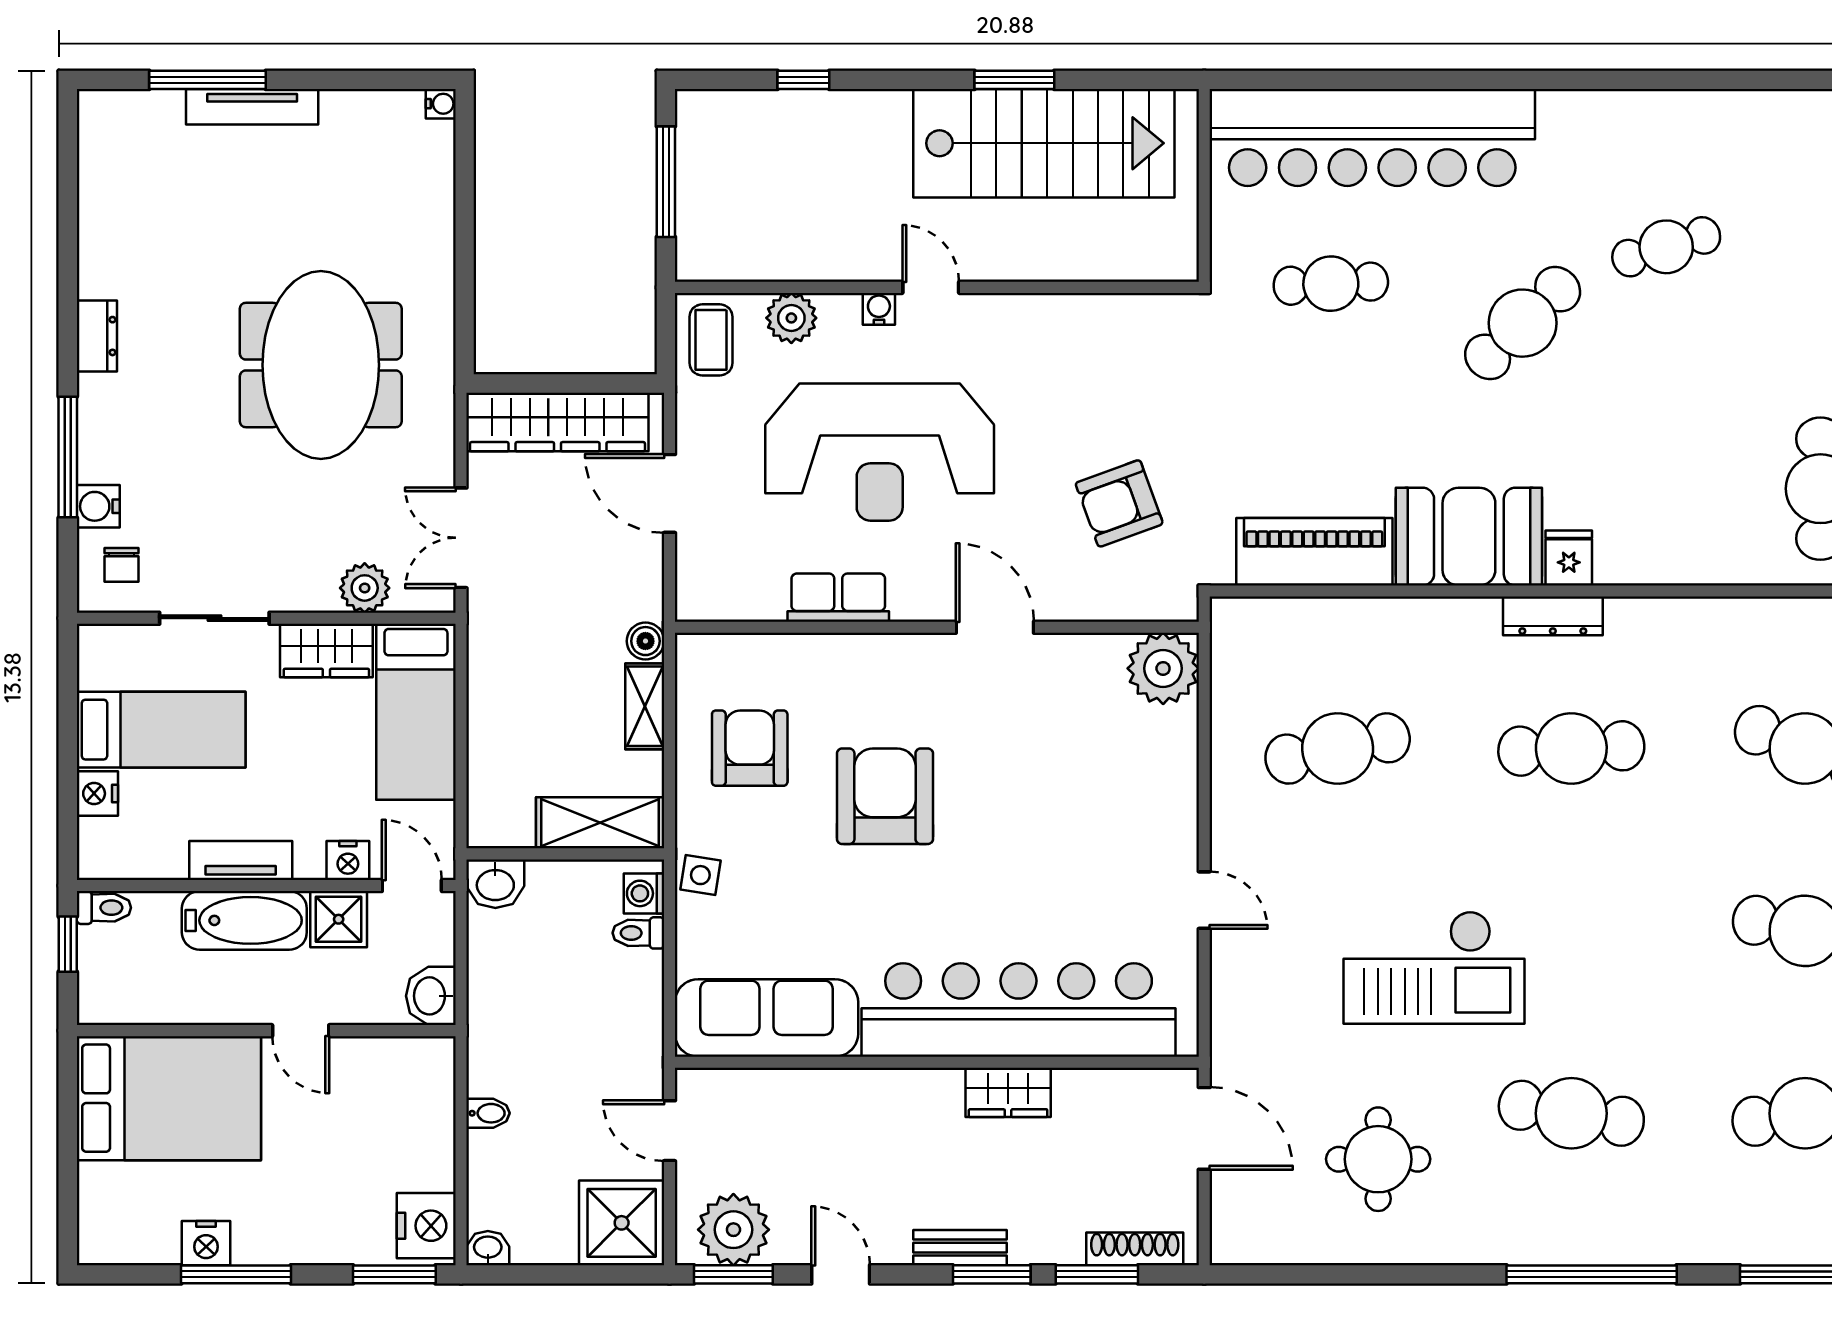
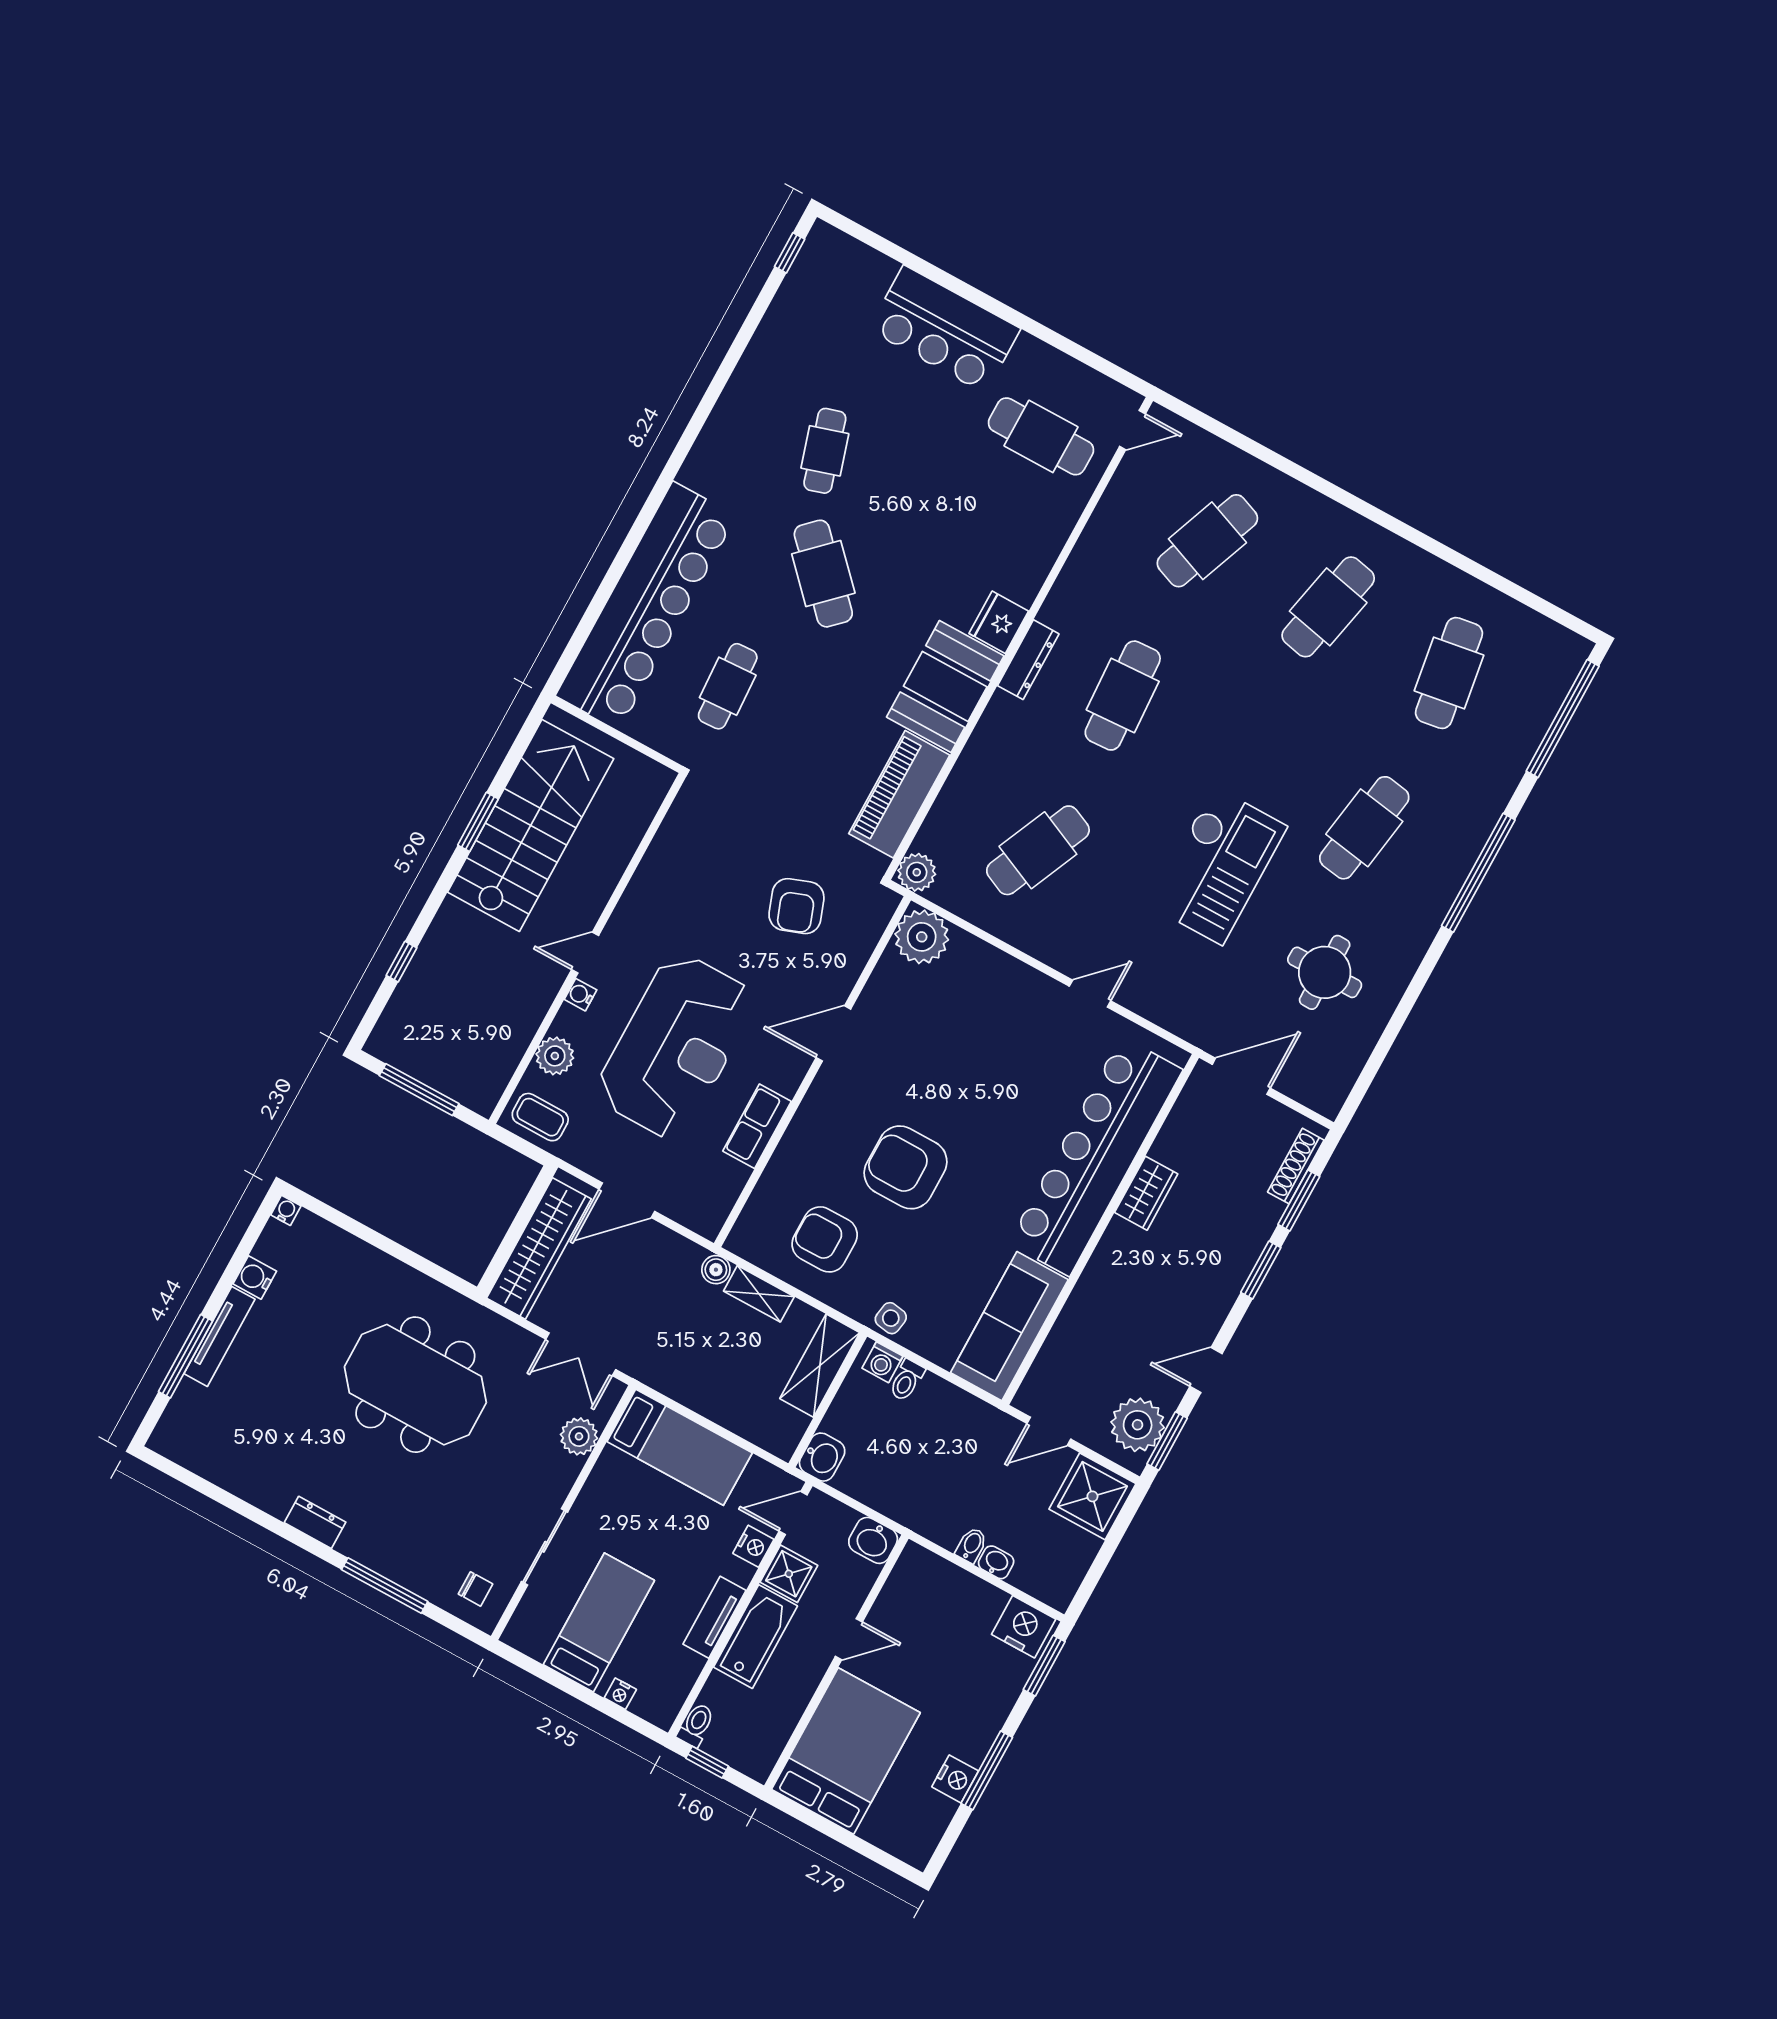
water cooler: (98, 506) -> (255, 1277), moved, turned 90
fridge: (1569, 558) -> (999, 622), width x1.38
plant: (1235, 622) -> (917, 872), added
wardrobe: (326, 650) -> (606, 1484), removed
cafe table: (1338, 748) -> (1038, 850), turned 36
nightstand: (97, 794) -> (620, 1694), width x0.72, depth x0.74
washbasin: (488, 1248) -> (996, 1562), moved, turned 90
bench: (960, 1248) -> (1232, 1281), removed

